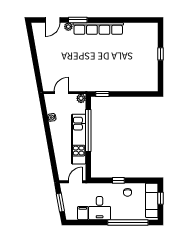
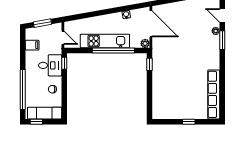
row of seats: (98, 29) -> (214, 94), moved
door: (61, 93) -> (151, 24), width x1.88
window: (118, 180) -> (64, 63), moved
window: (161, 198) -> (36, 122), moved
desk: (100, 208) -> (50, 65), moved, turned 180

